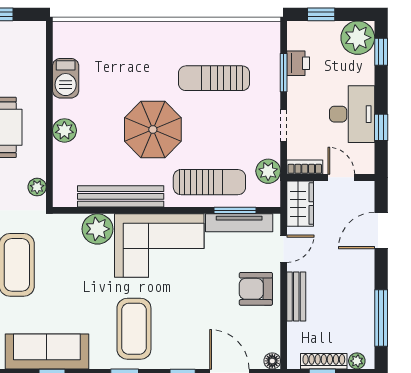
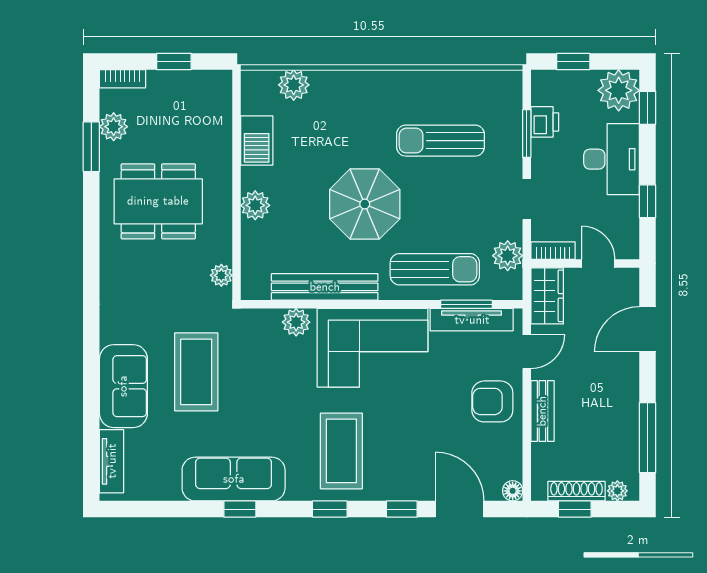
plant: (96, 33) -> (294, 85), added
desk: (352, 114) -> (612, 159), moved
plant: (97, 229) -> (296, 322), width x0.73, depth x0.73

